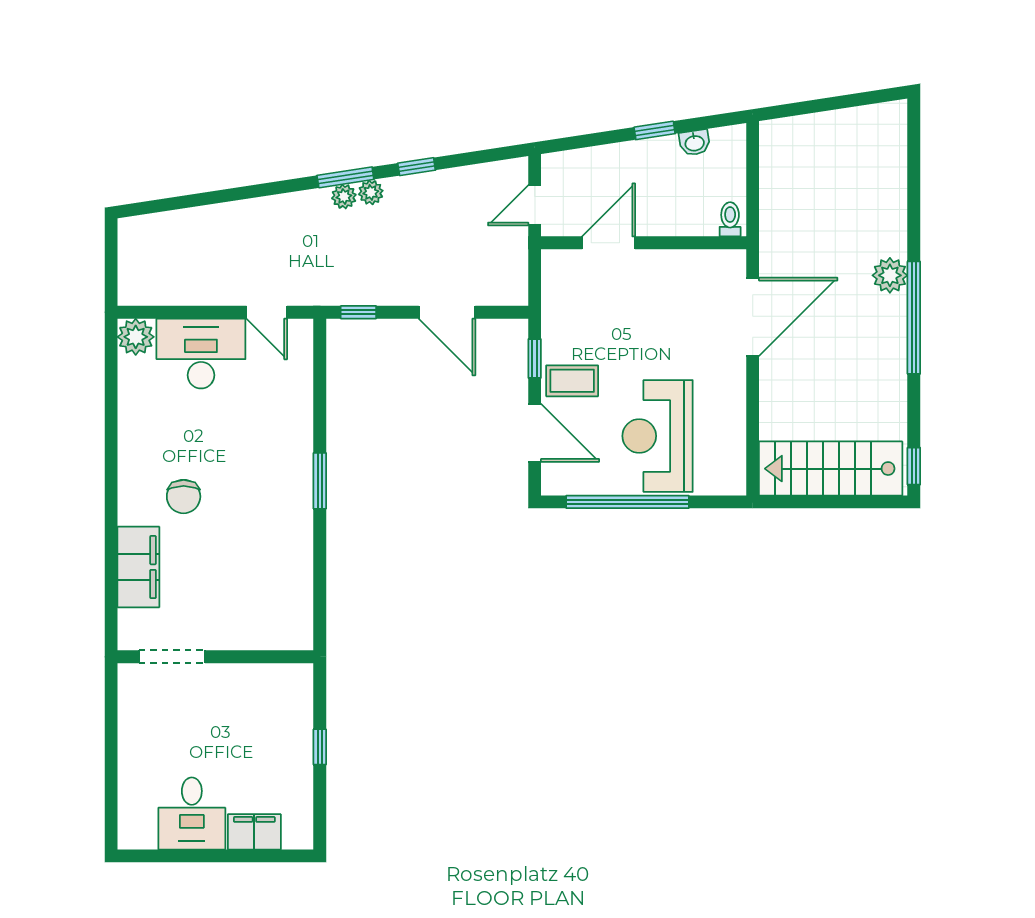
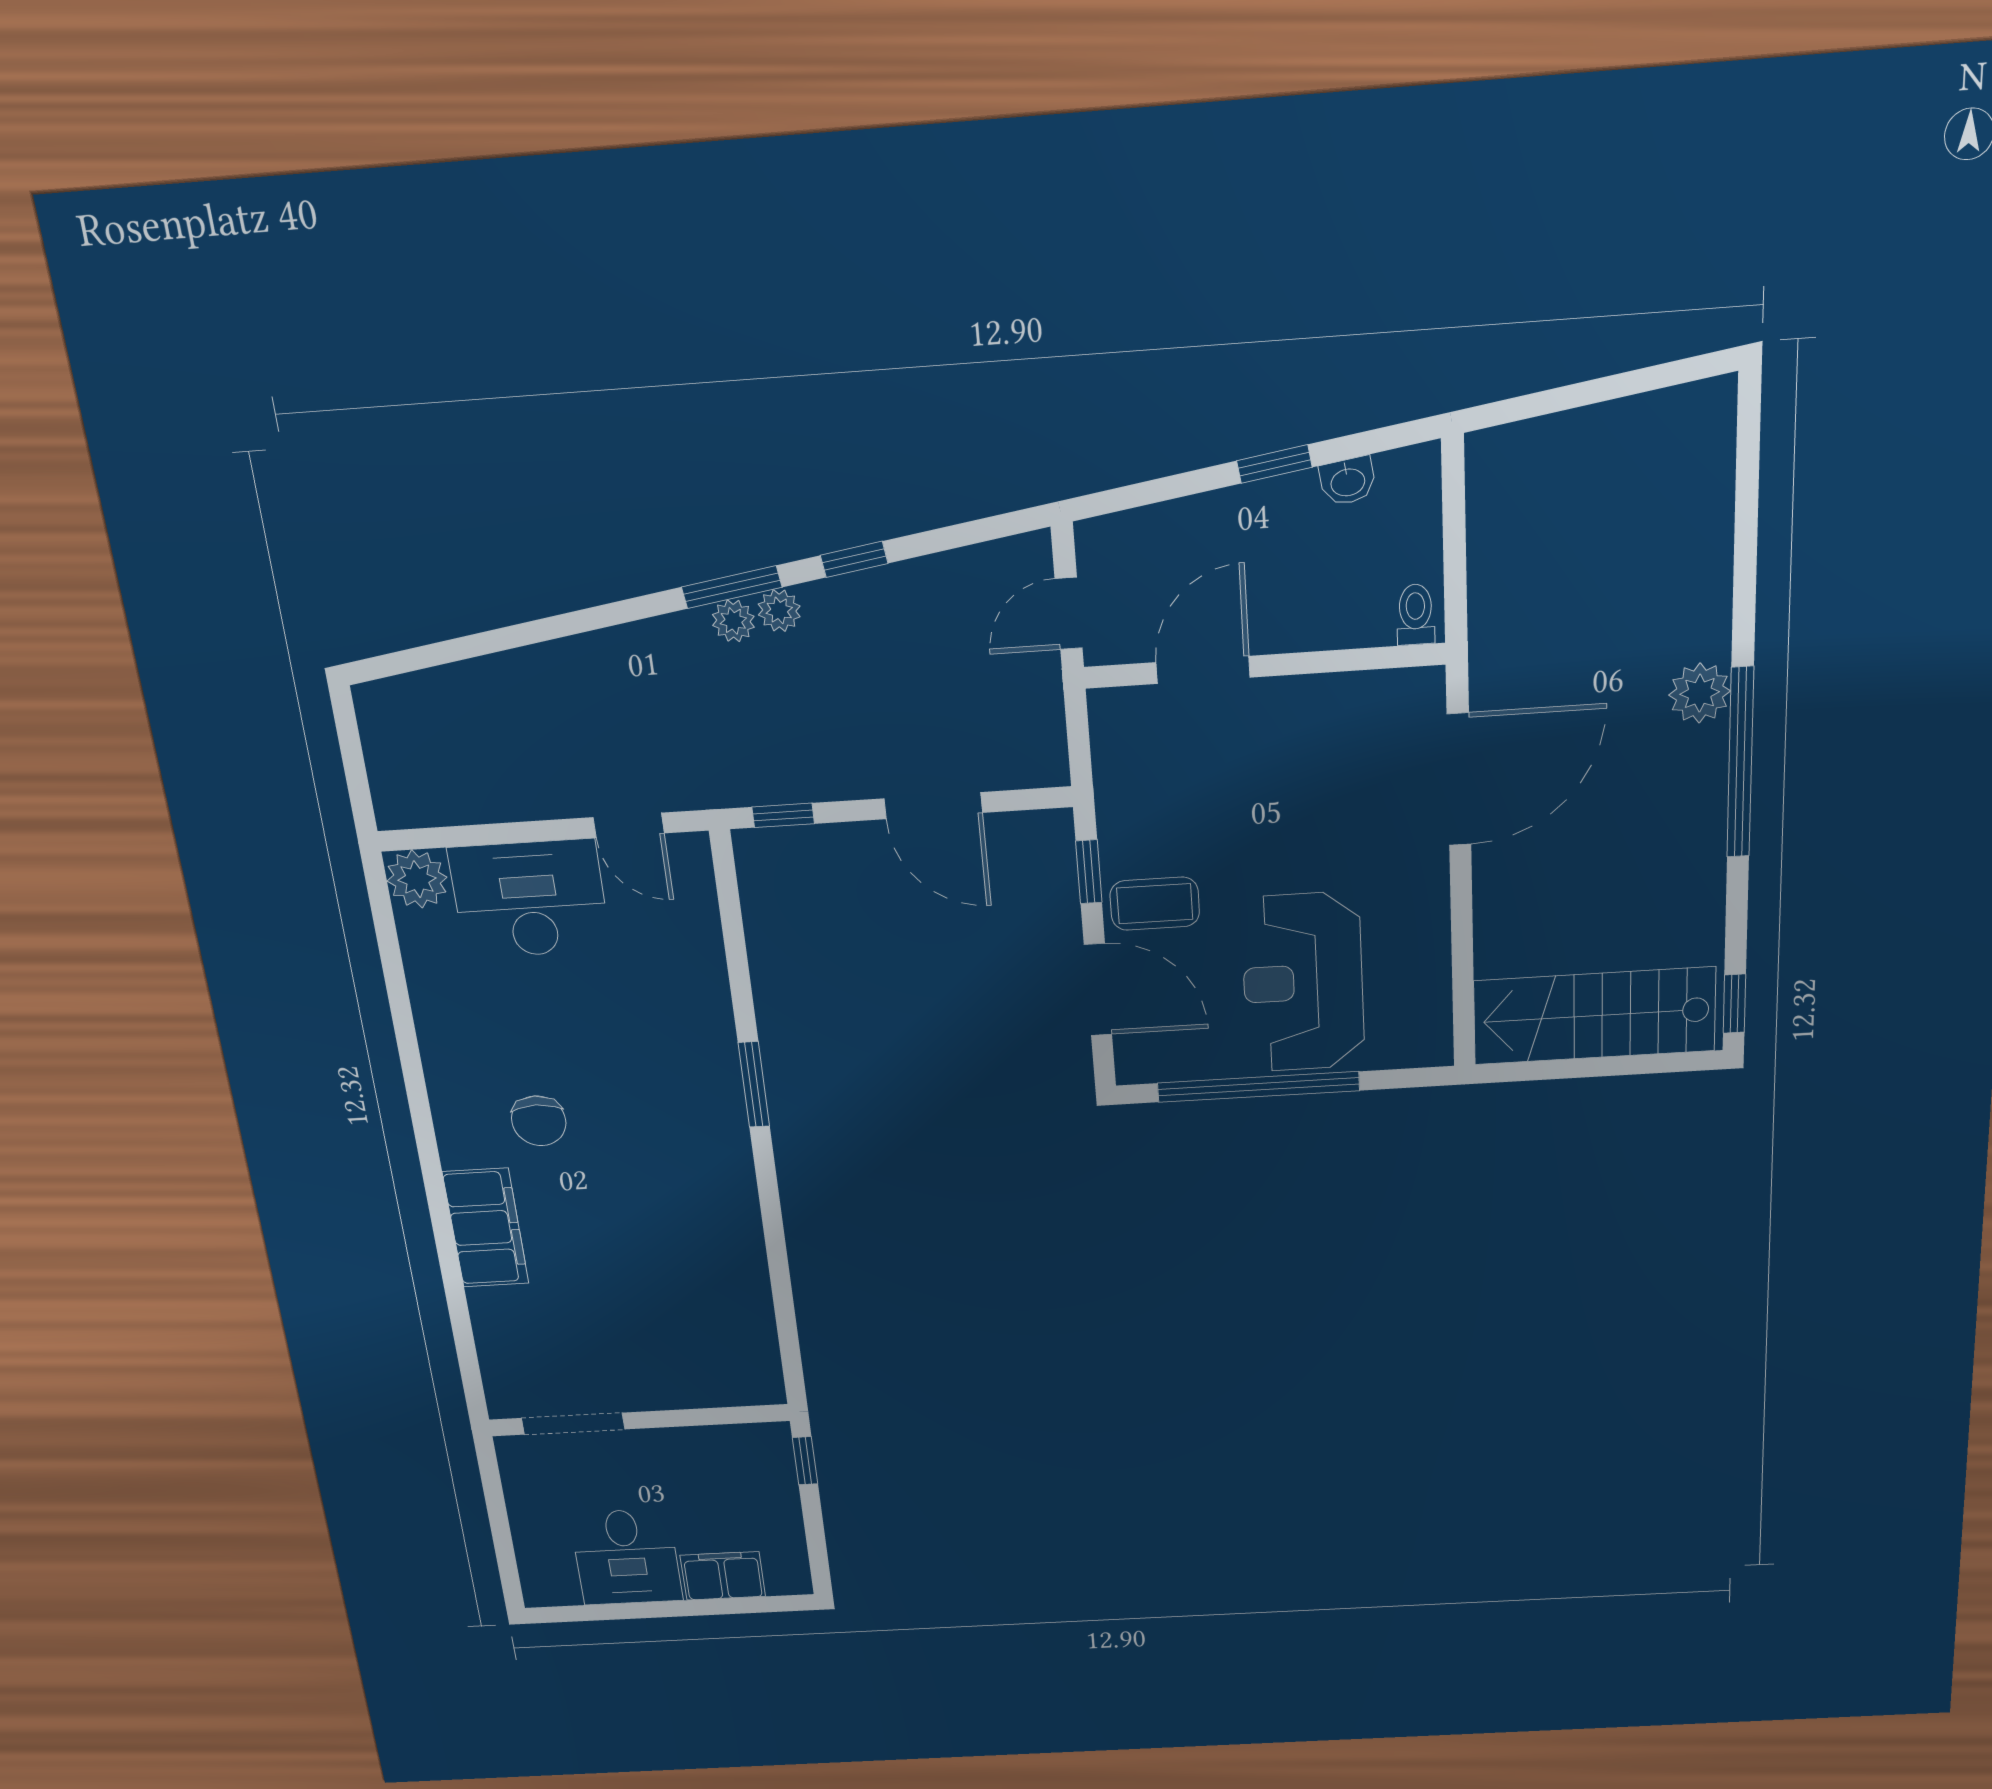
doorway: (172, 657) -> (573, 1424), moved
wall: (215, 657) -> (639, 1420), moved

